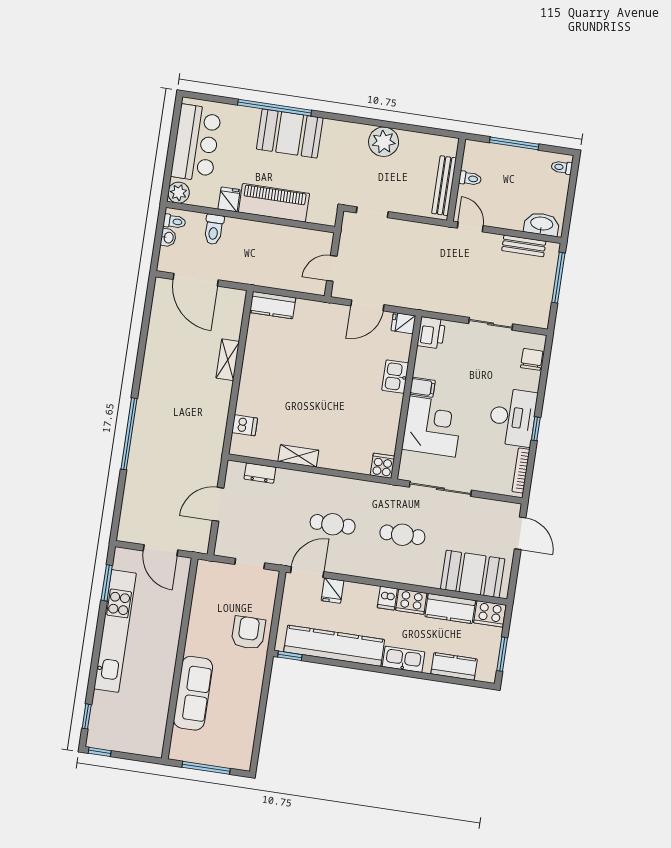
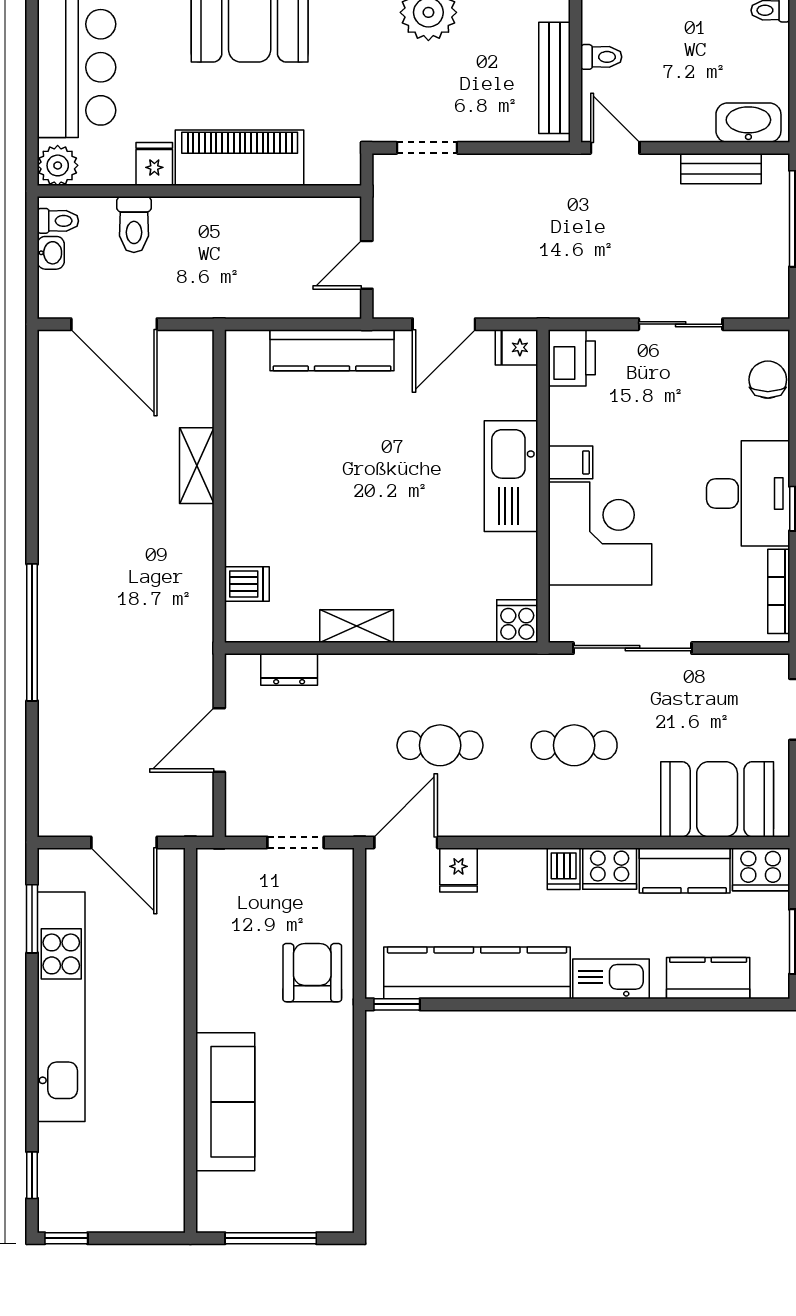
kitchen counter: (273, 305) -> (332, 350), moved, width x1.50
kitchen sink: (395, 377) -> (511, 476), width x1.88, depth x1.24

